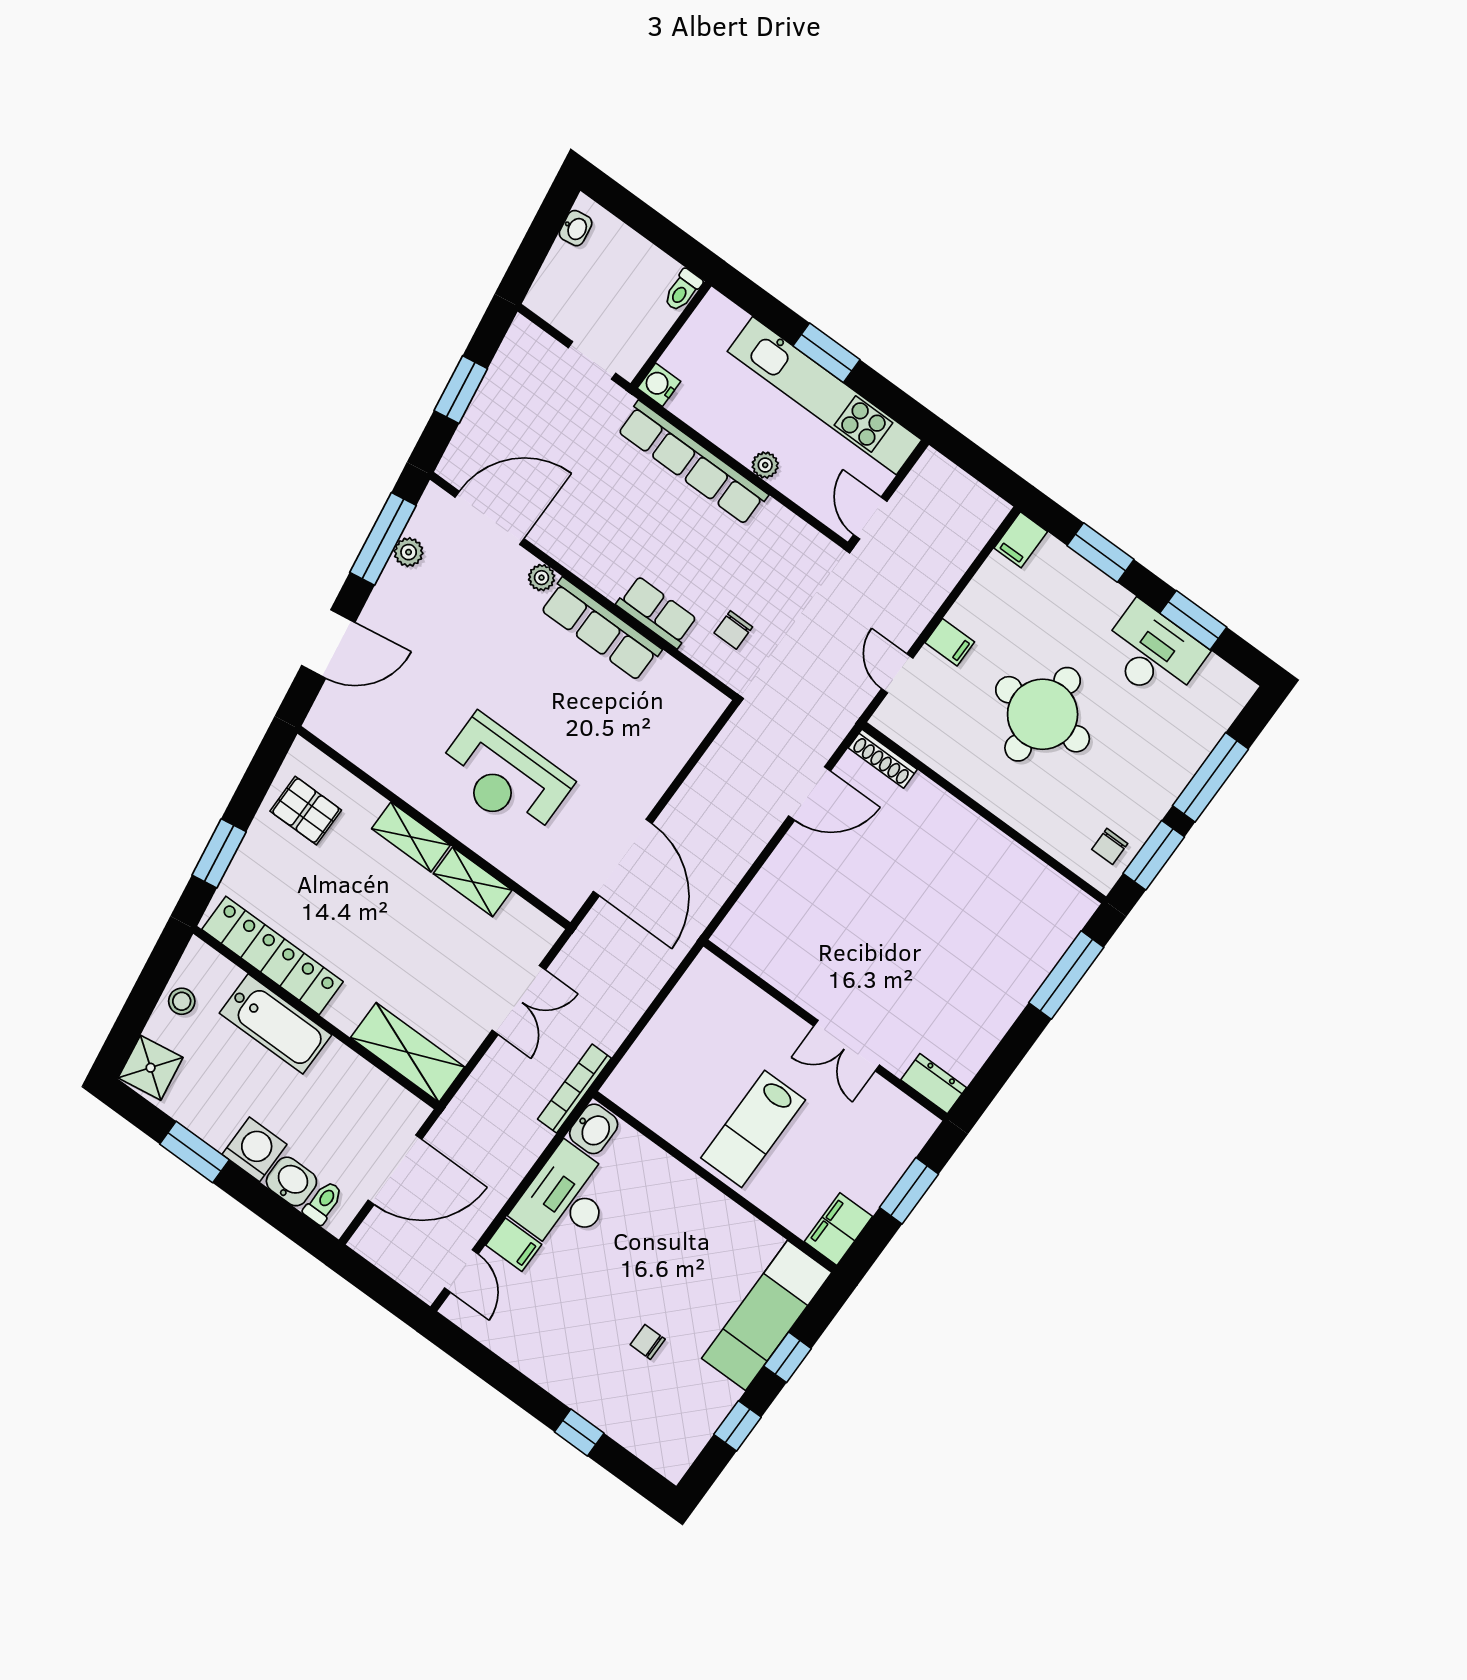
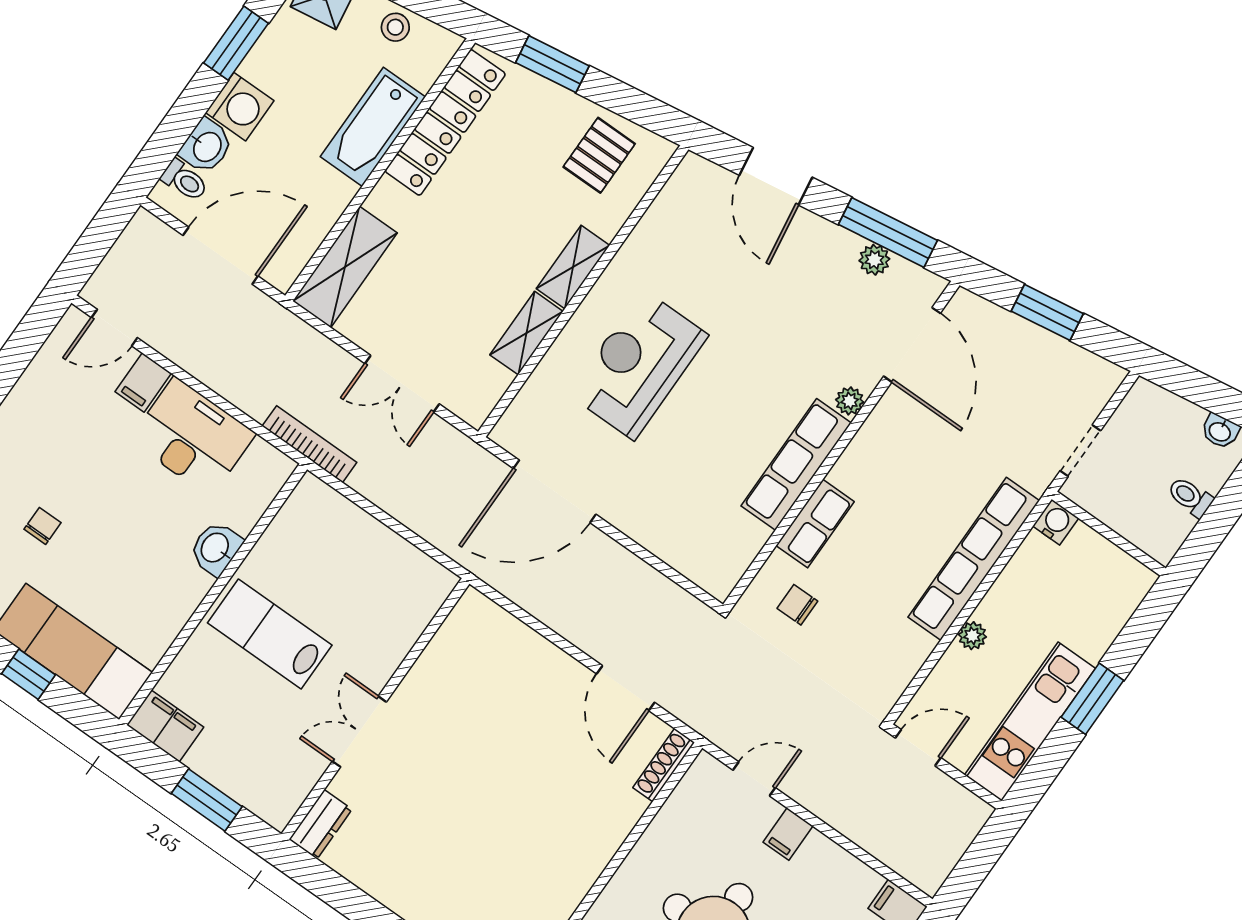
toilet: (683, 290) -> (1190, 497), moved
kitchen unit: (824, 396) -> (1030, 722), width x0.73
washbasin: (594, 1129) -> (216, 548), moved, turned 90
door: (395, 1170) -> (220, 256), swing flipped

